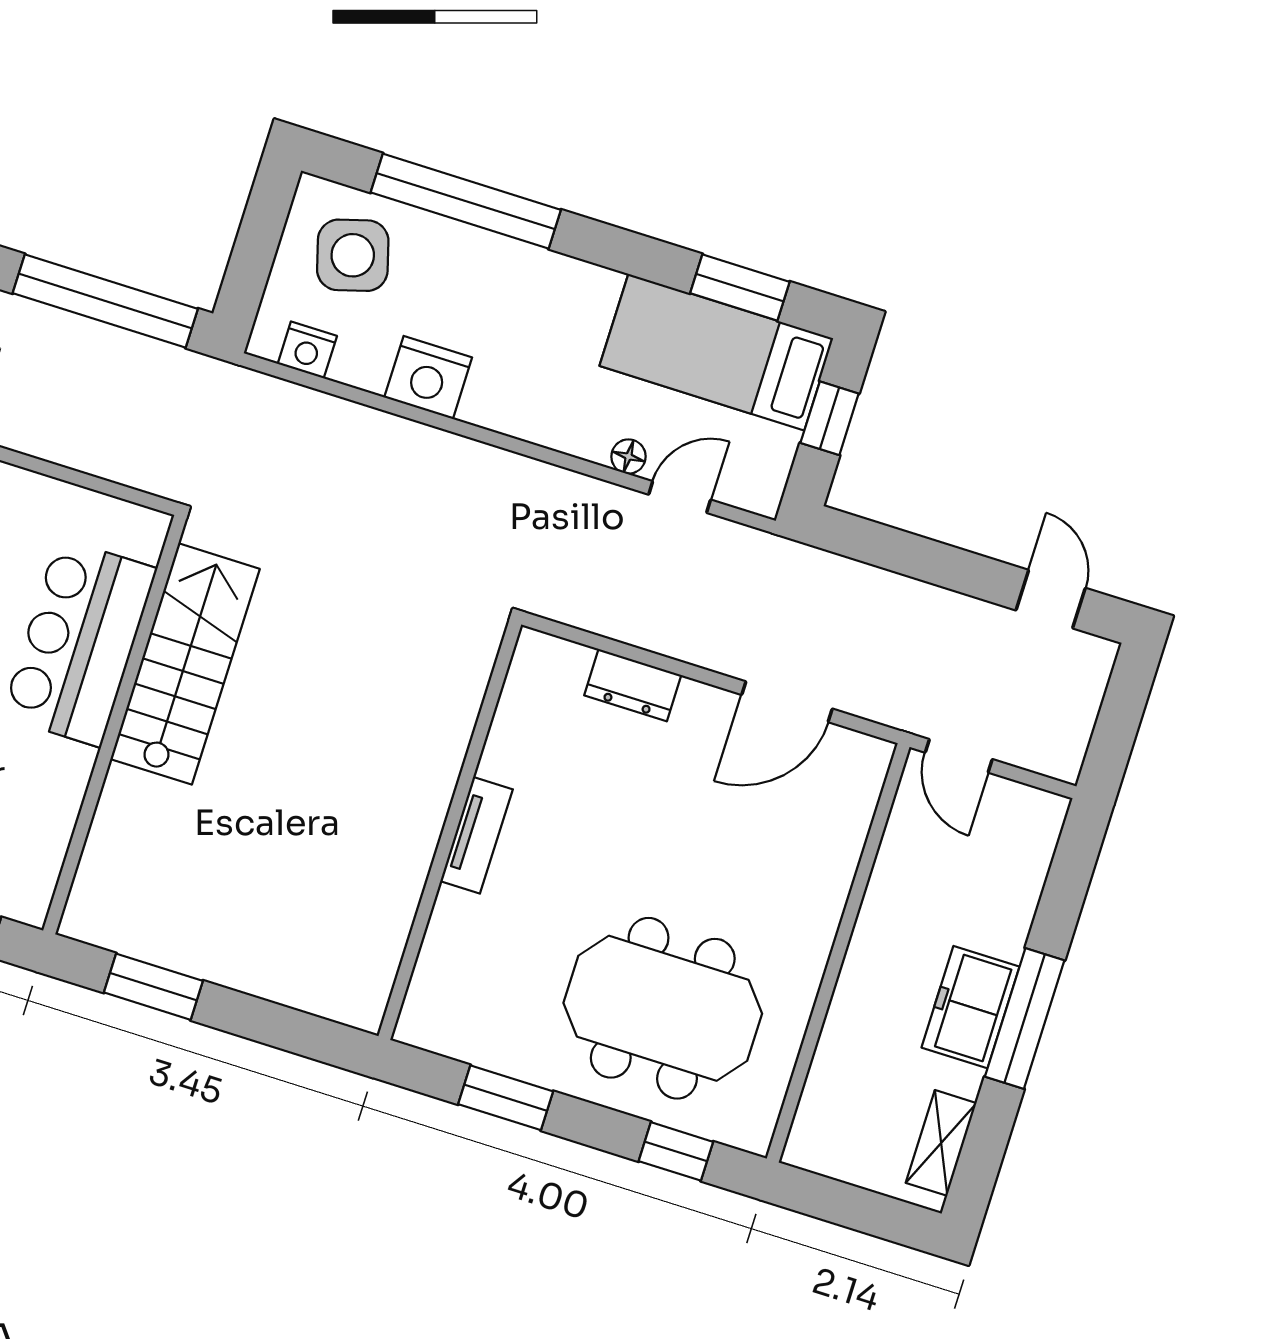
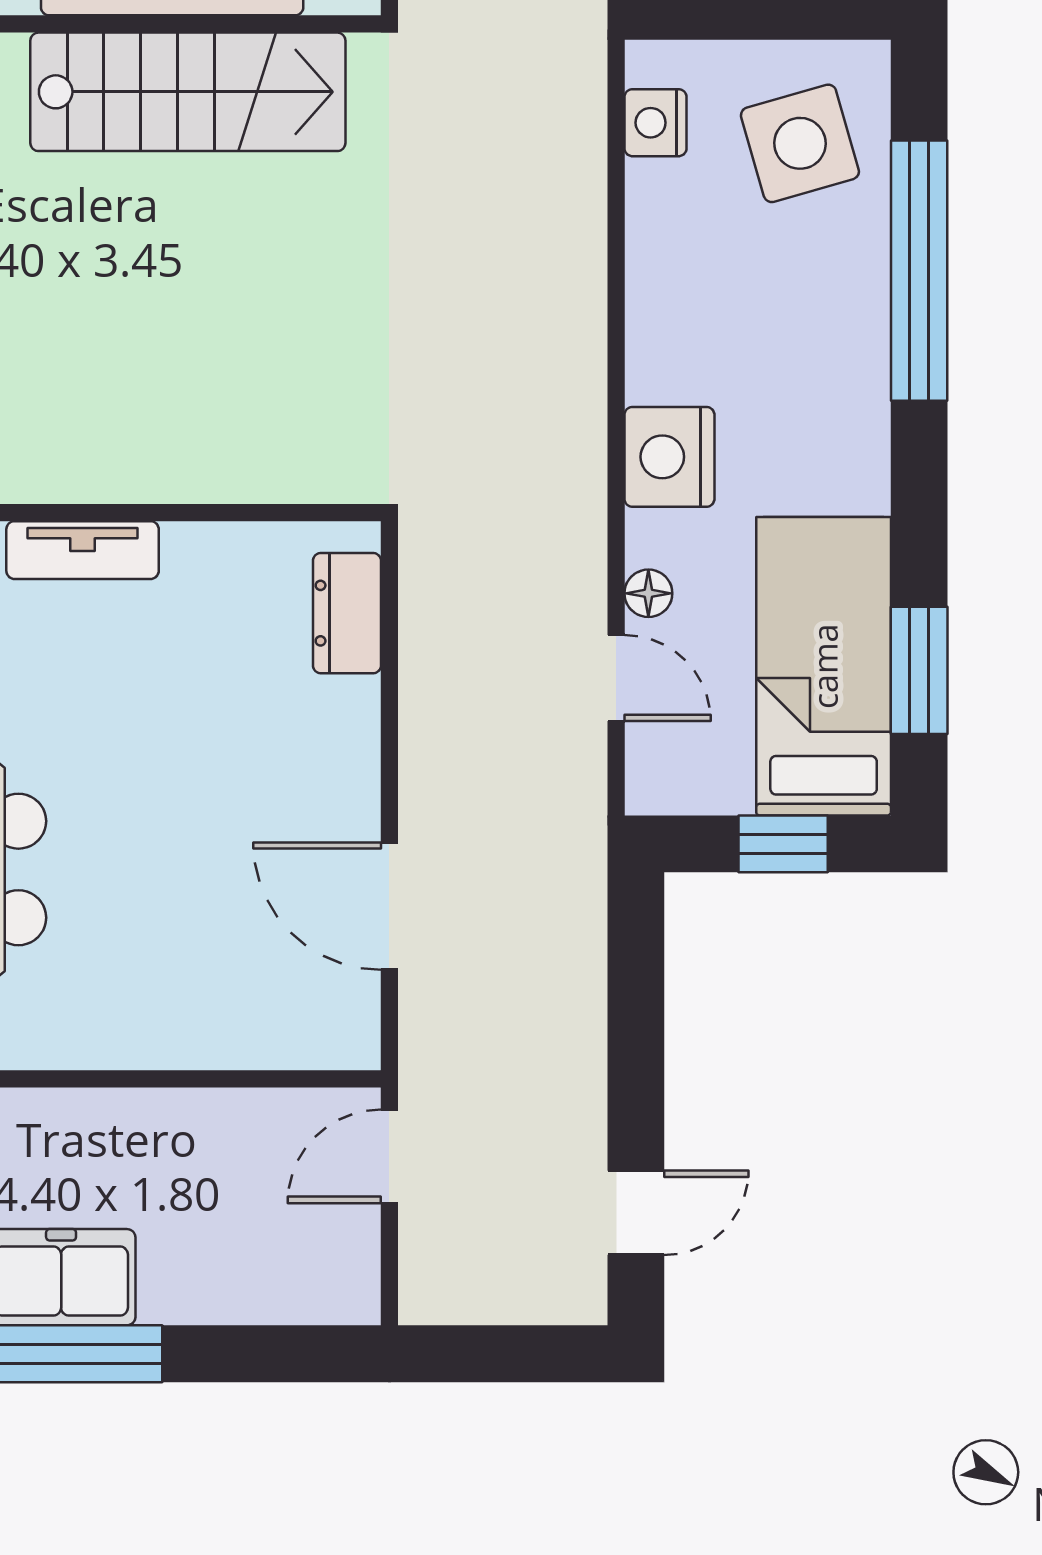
nightstand: (428, 377) -> (669, 457), moved
dresser: (633, 685) -> (347, 613), moved

